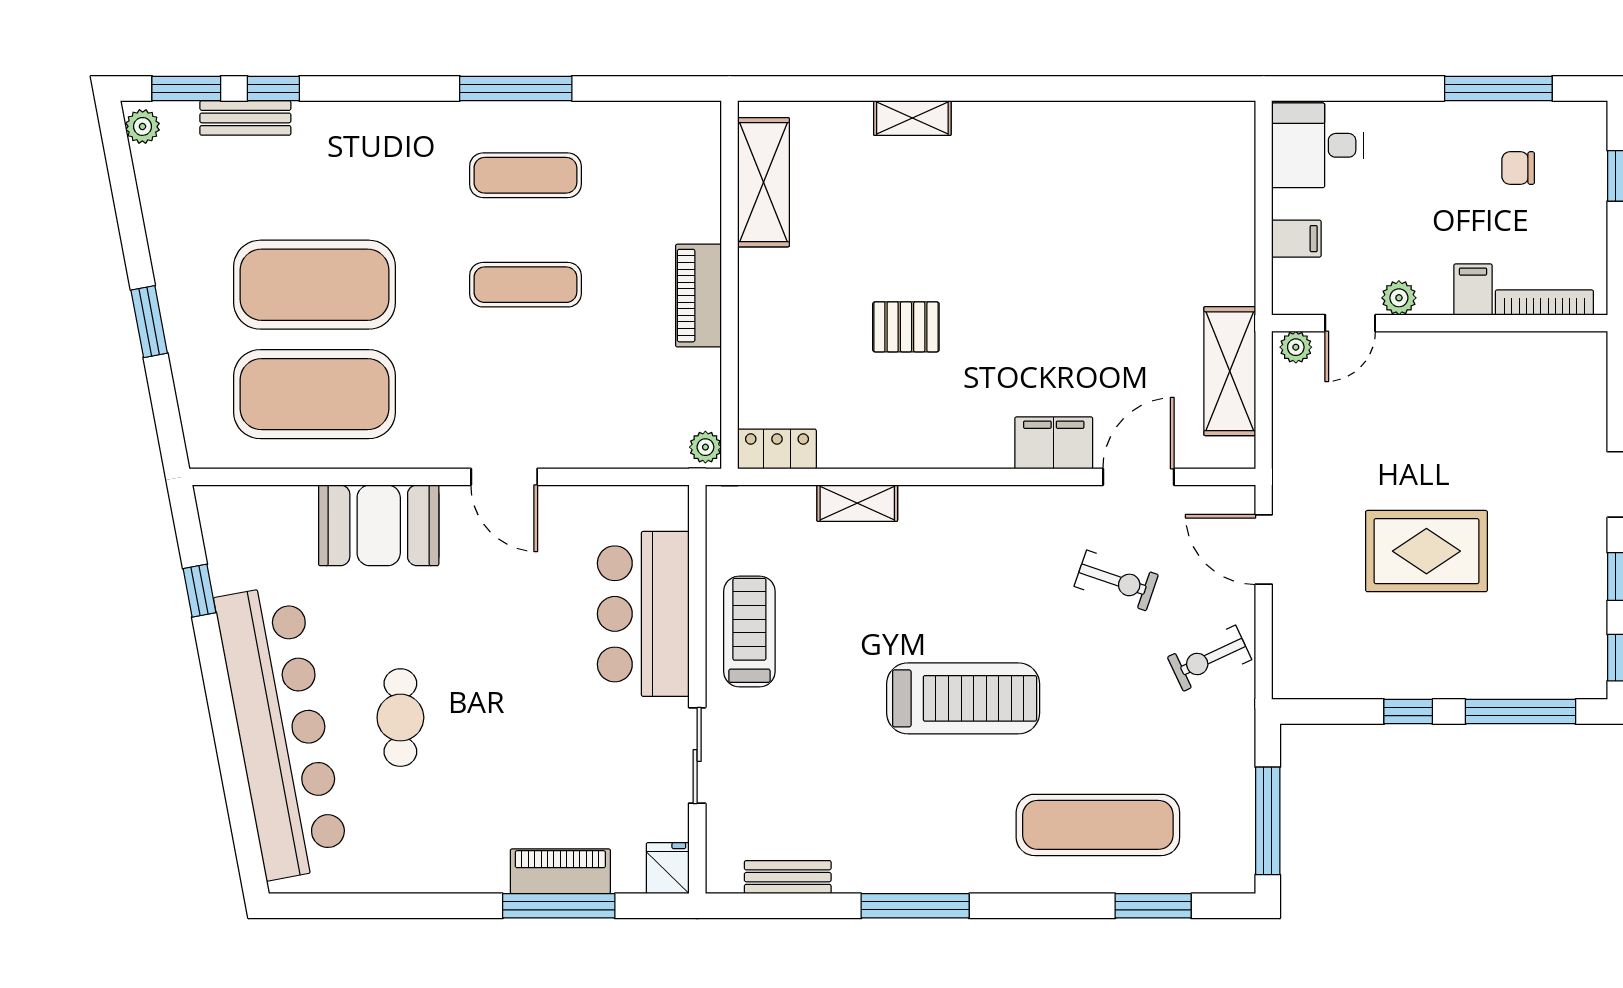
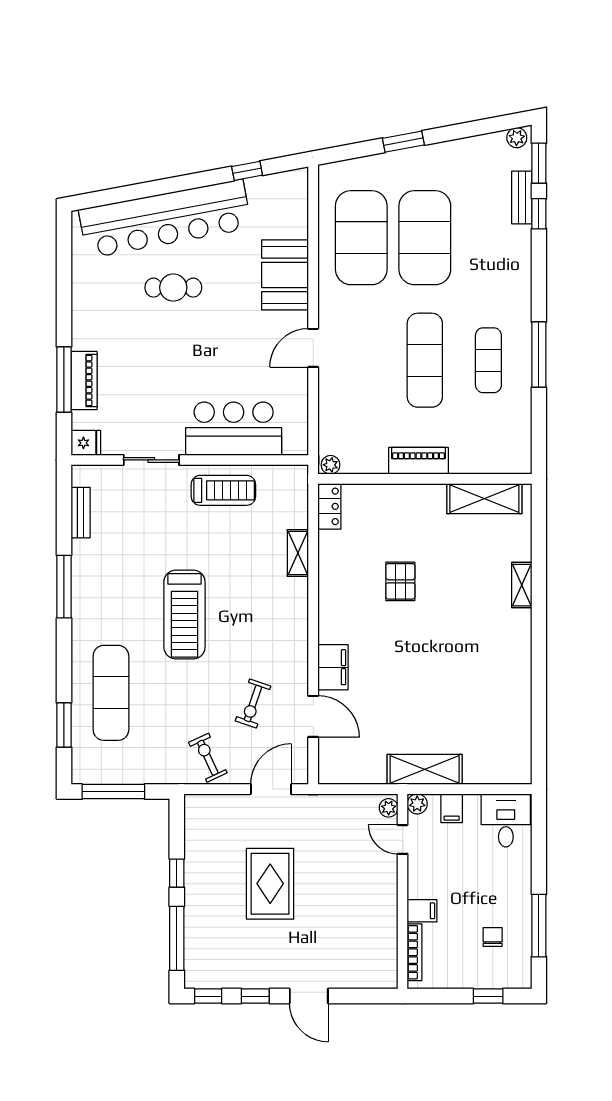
exercise mat: (525, 285) -> (425, 360), width x1.36, depth x1.45
plant: (1399, 298) -> (417, 804), moved
shelving: (1230, 371) -> (425, 769), moved

